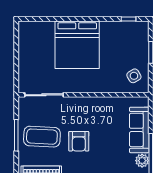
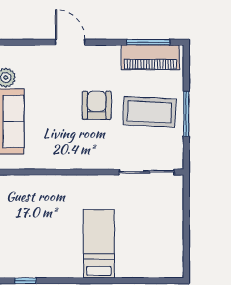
bed: (77, 45) -> (99, 244), width x0.49
side table: (134, 76) -> (18, 199), removed

